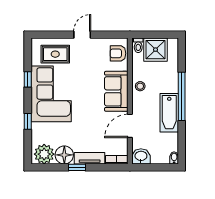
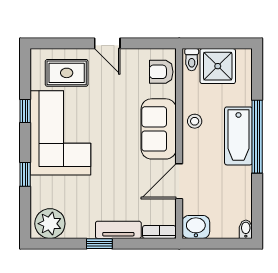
door: (82, 35) -> (107, 43), swing flipped
bathtub: (169, 113) -> (238, 136), moved
floor lamp: (64, 155) -> (80, 225), removed

